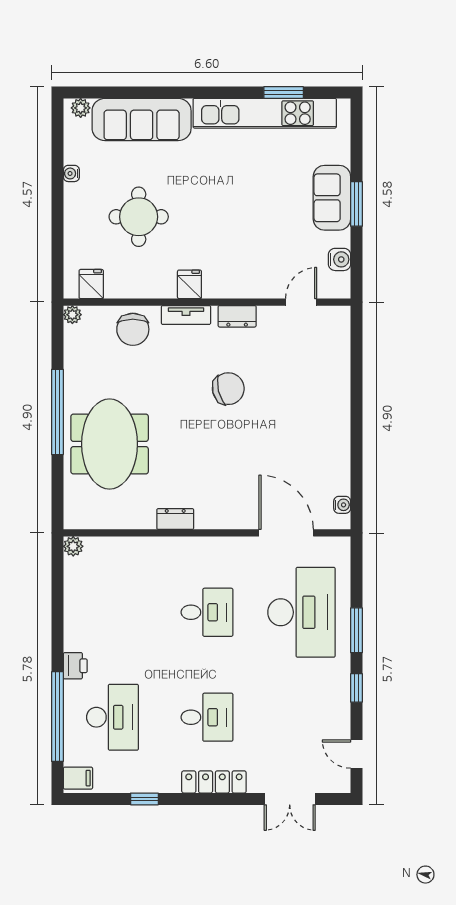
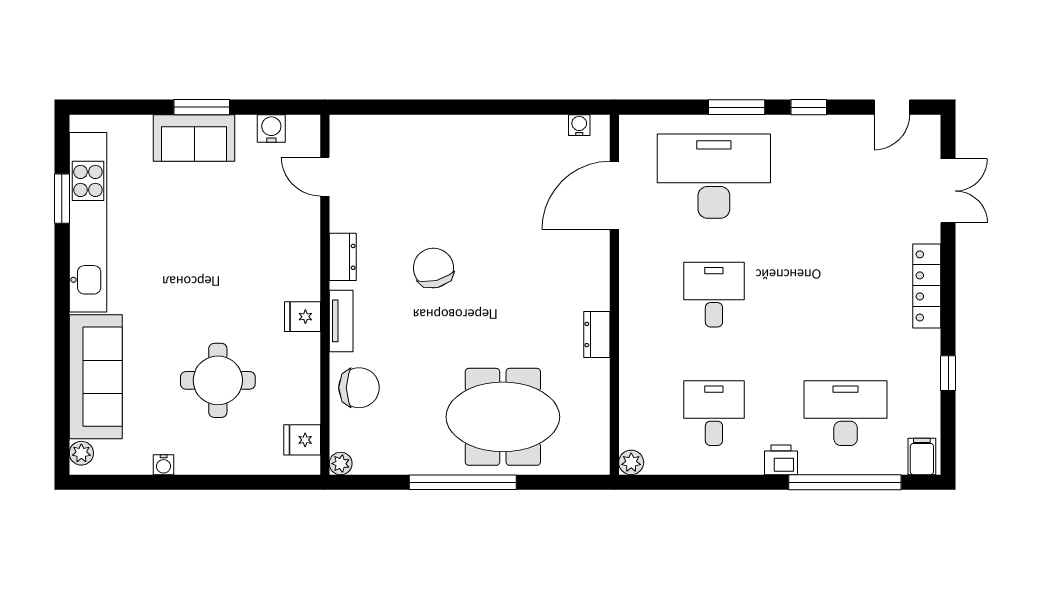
desk: (207, 717) -> (714, 413), moved

